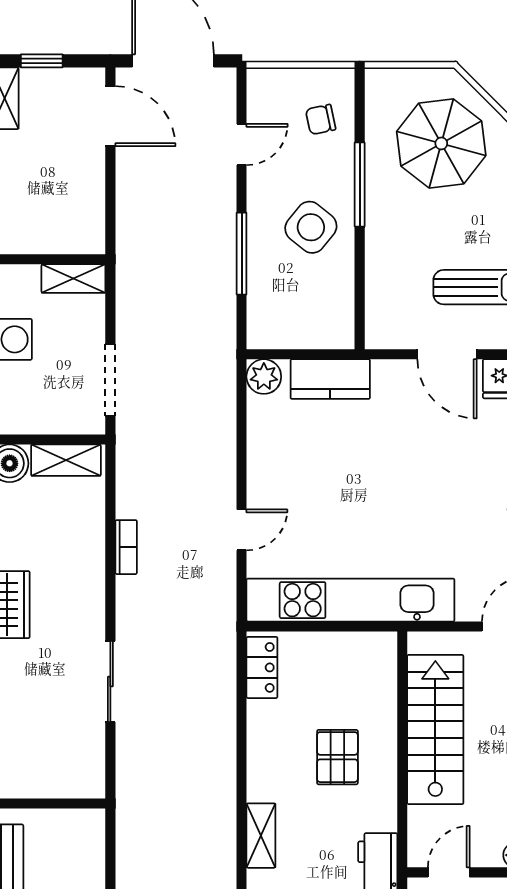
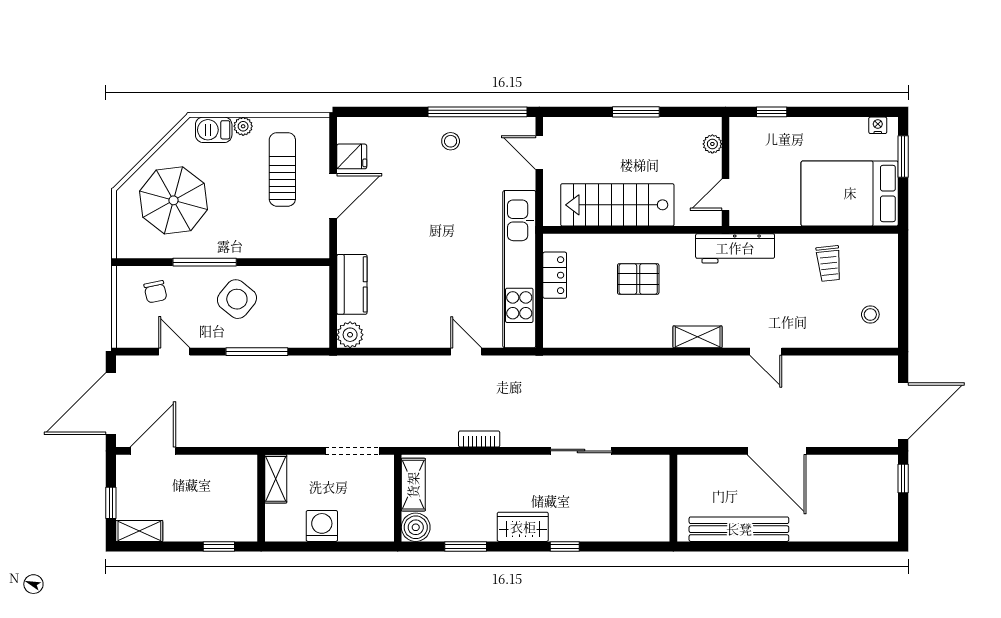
locker: (262, 667) -> (555, 275), moved, turned 90
door: (449, 872) -> (725, 195), hinge flipped

